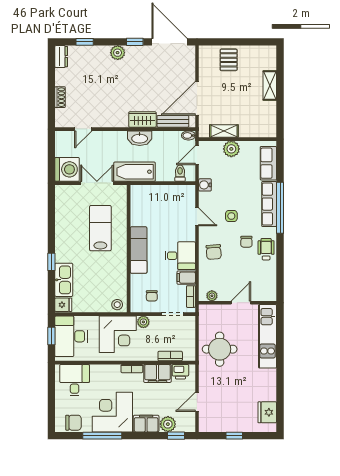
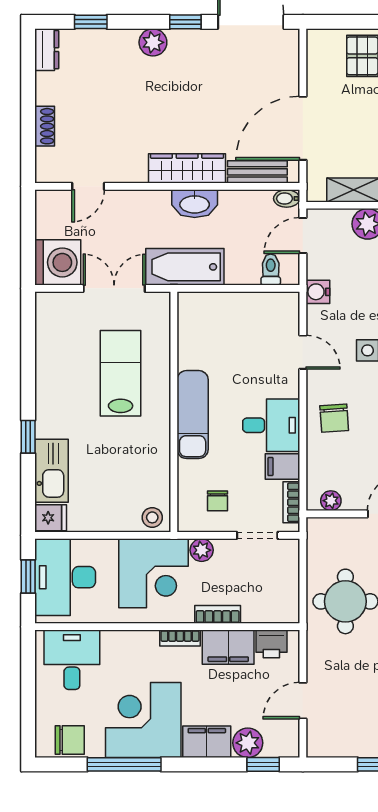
wardrobe: (142, 119) -> (187, 168), width x1.50
bookcase: (170, 356) -> (218, 614), moved

